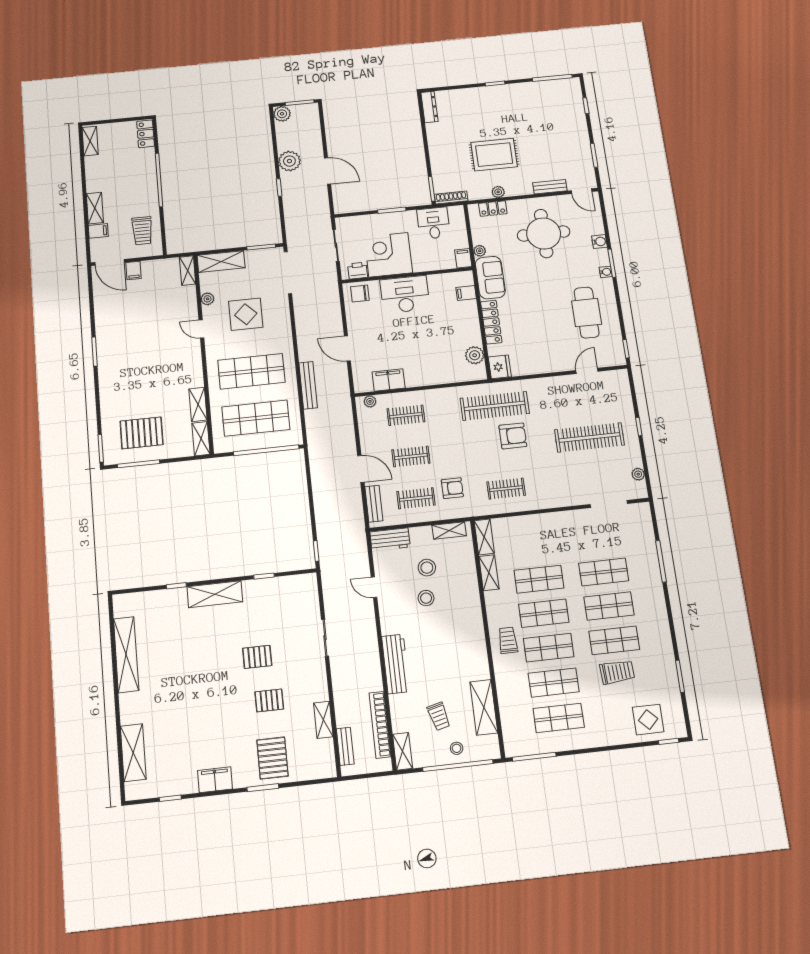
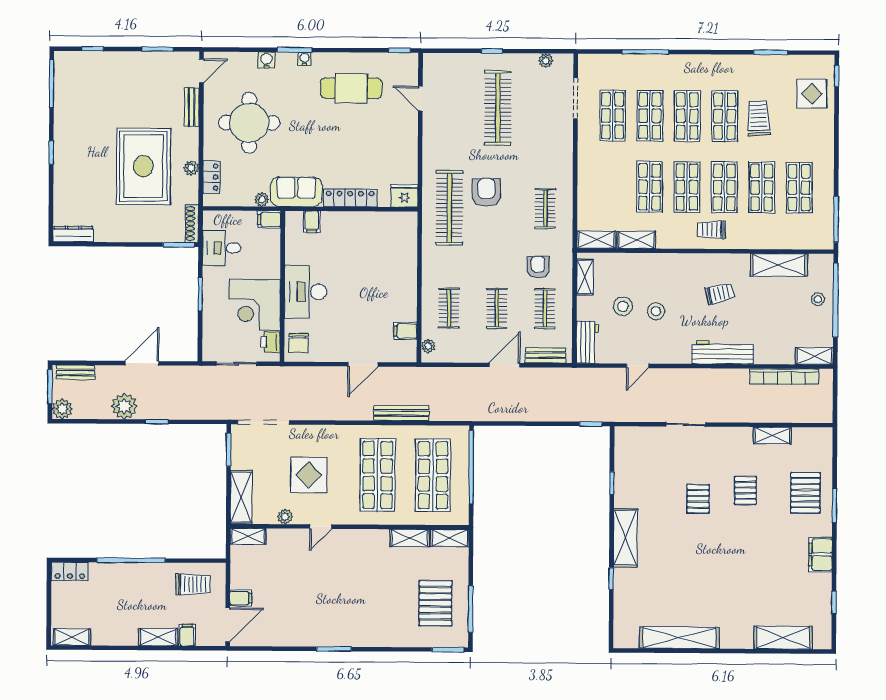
rug: (494, 155) -> (143, 166), width x1.37, depth x1.44
plant: (475, 355) -> (387, 222), removed
filing cabinet: (389, 380) -> (405, 331), width x0.50
shop shelf: (598, 538) -> (612, 116), added
trolley: (439, 716) -> (720, 293), moved
bench: (345, 746) -> (76, 372), moved
pallet: (272, 758) -> (805, 493), turned 90

